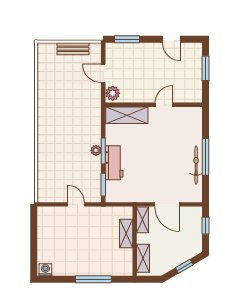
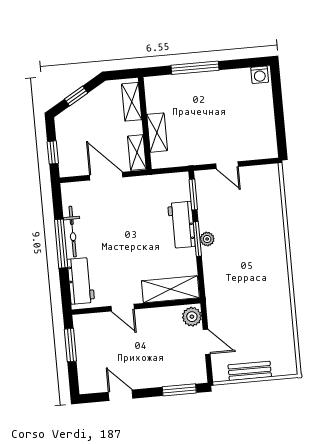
window: (206, 68) -> (70, 345), moved
door: (164, 105) -> (123, 308), hinge flipped
workbench: (193, 128) -> (81, 281), added

